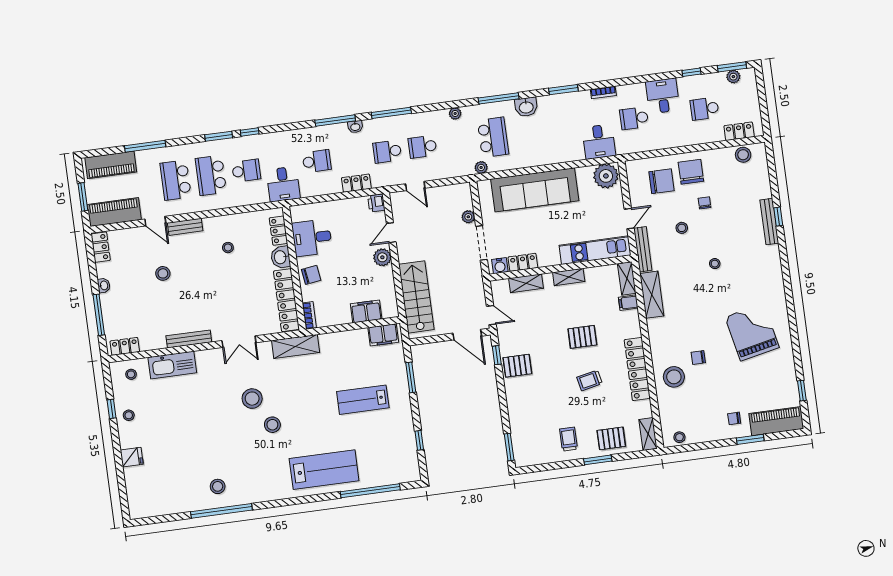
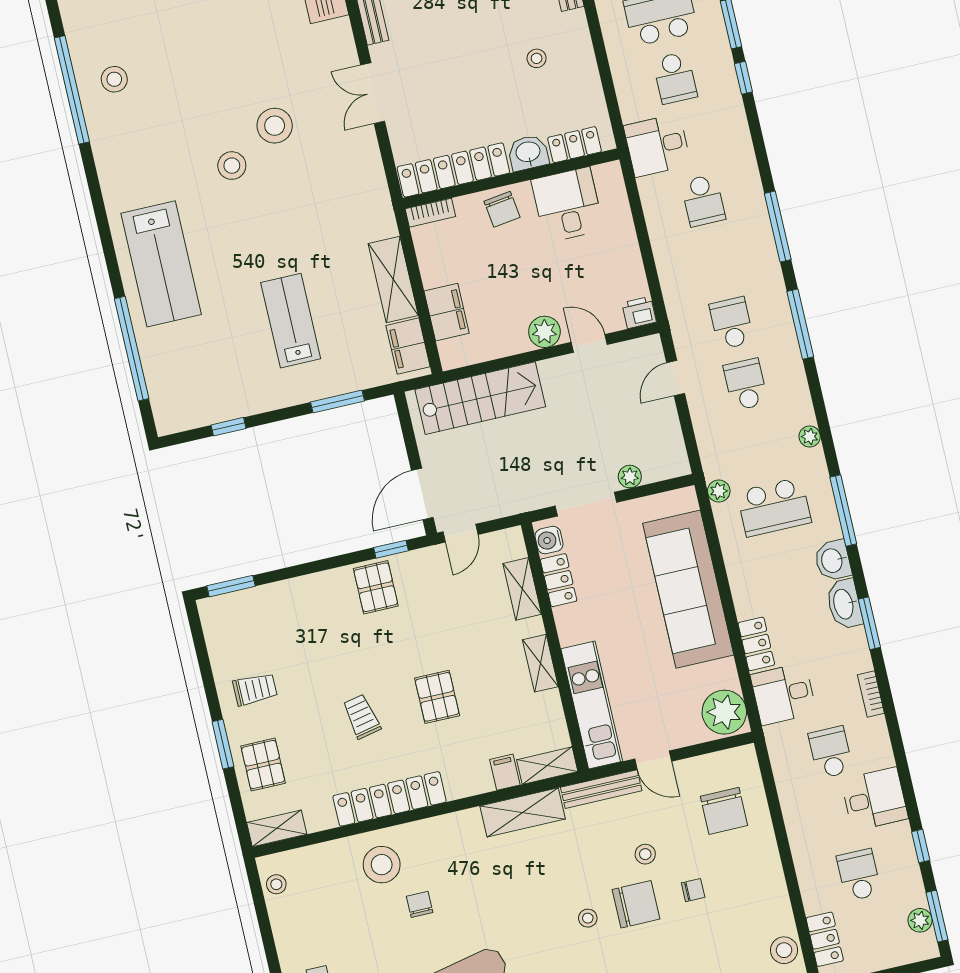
washbasin: (355, 127) -> (844, 604), moved, width x1.91, depth x1.45
chair: (691, 172) -> (636, 904), moved
locker: (356, 183) -> (756, 644), moved
shelving: (296, 346) -> (393, 279), moved

